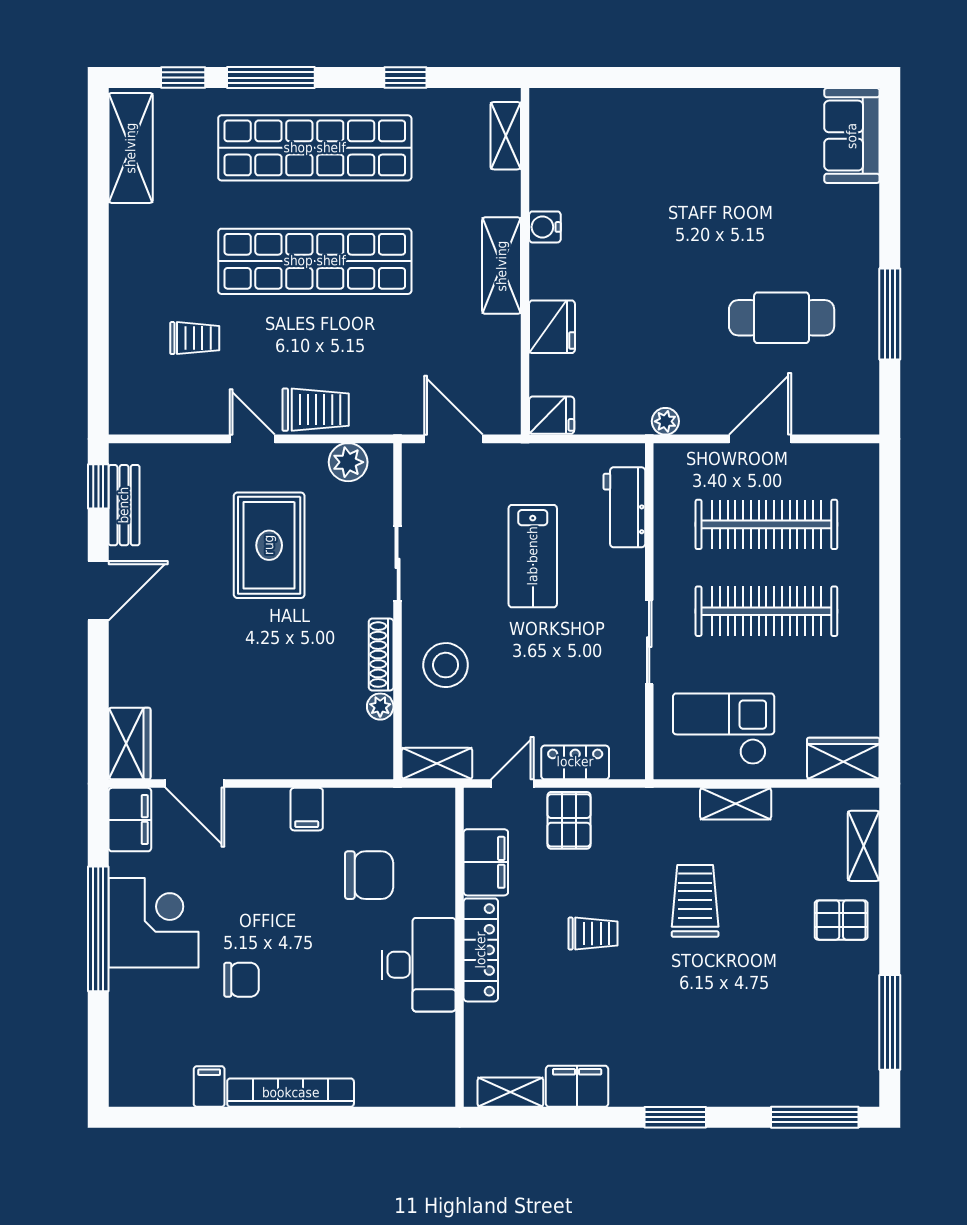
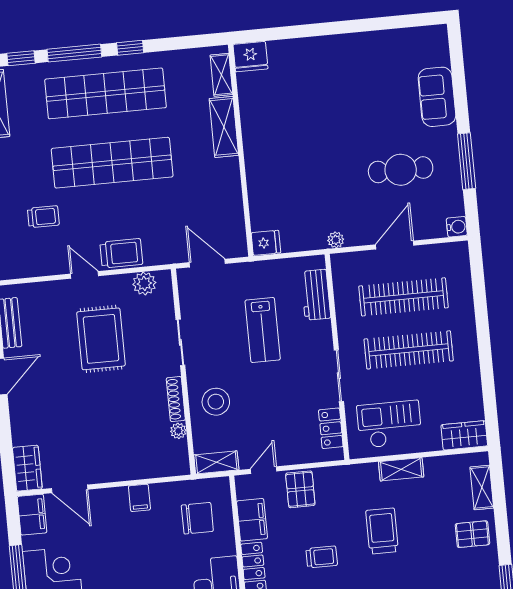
window: (405, 78) -> (130, 48), moved
sofa: (852, 136) -> (437, 97), moved
water cooler: (545, 227) -> (457, 227), moved, turned 180
shelving: (502, 266) -> (224, 127), moved
fridge: (552, 327) -> (250, 57), moved, turned 90
locker: (575, 762) -> (331, 428), moved, turned -90
chair: (369, 875) -> (197, 518), moved

